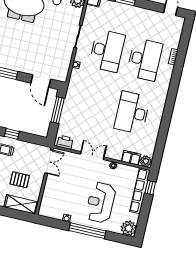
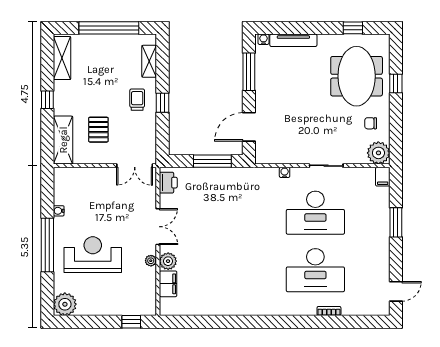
desk: (132, 113) -> (234, 270), removed
plant: (146, 161) -> (168, 261), moved
row of seats: (140, 191) -> (123, 308), removed

